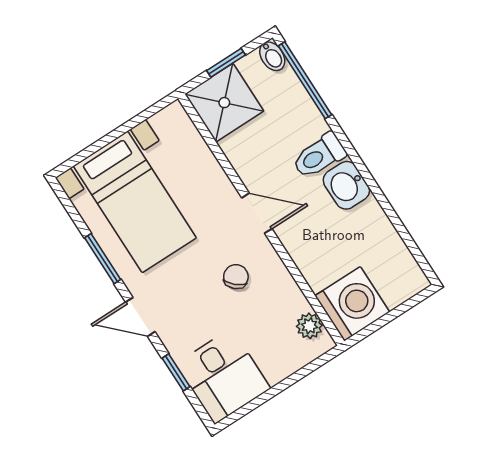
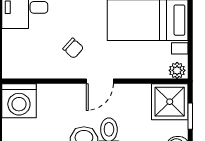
plant: (309, 326) -> (177, 70), moved

